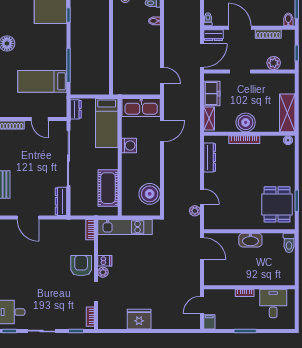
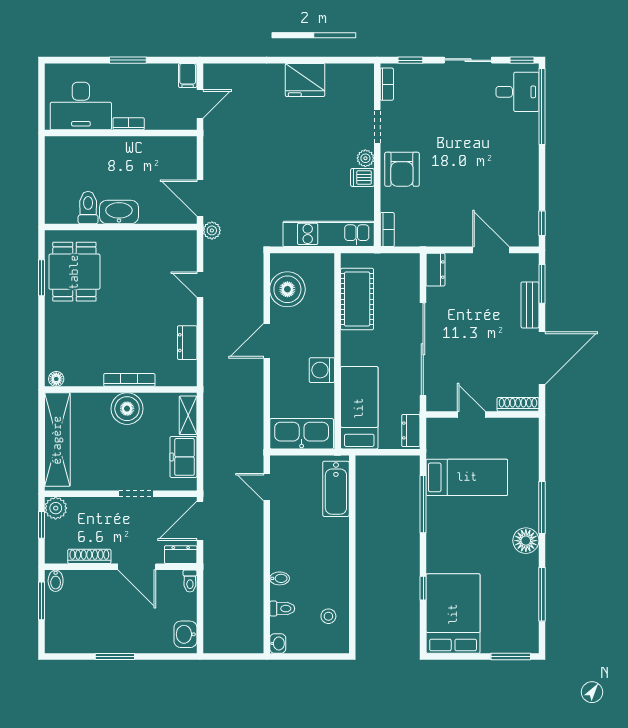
plant: (274, 63) -> (56, 508), moved
bathtub: (121, 74) -> (336, 489), added
shelving: (287, 113) -> (57, 440), width x1.47
door: (162, 131) -> (267, 341), moved
dresser: (210, 157) -> (187, 343), width x0.70
dresser: (61, 201) -> (435, 270), width x0.70
plant: (195, 211) -> (212, 230), moved
toilet: (289, 243) -> (88, 208), moved
desk: (273, 304) -> (81, 106), width x1.37

